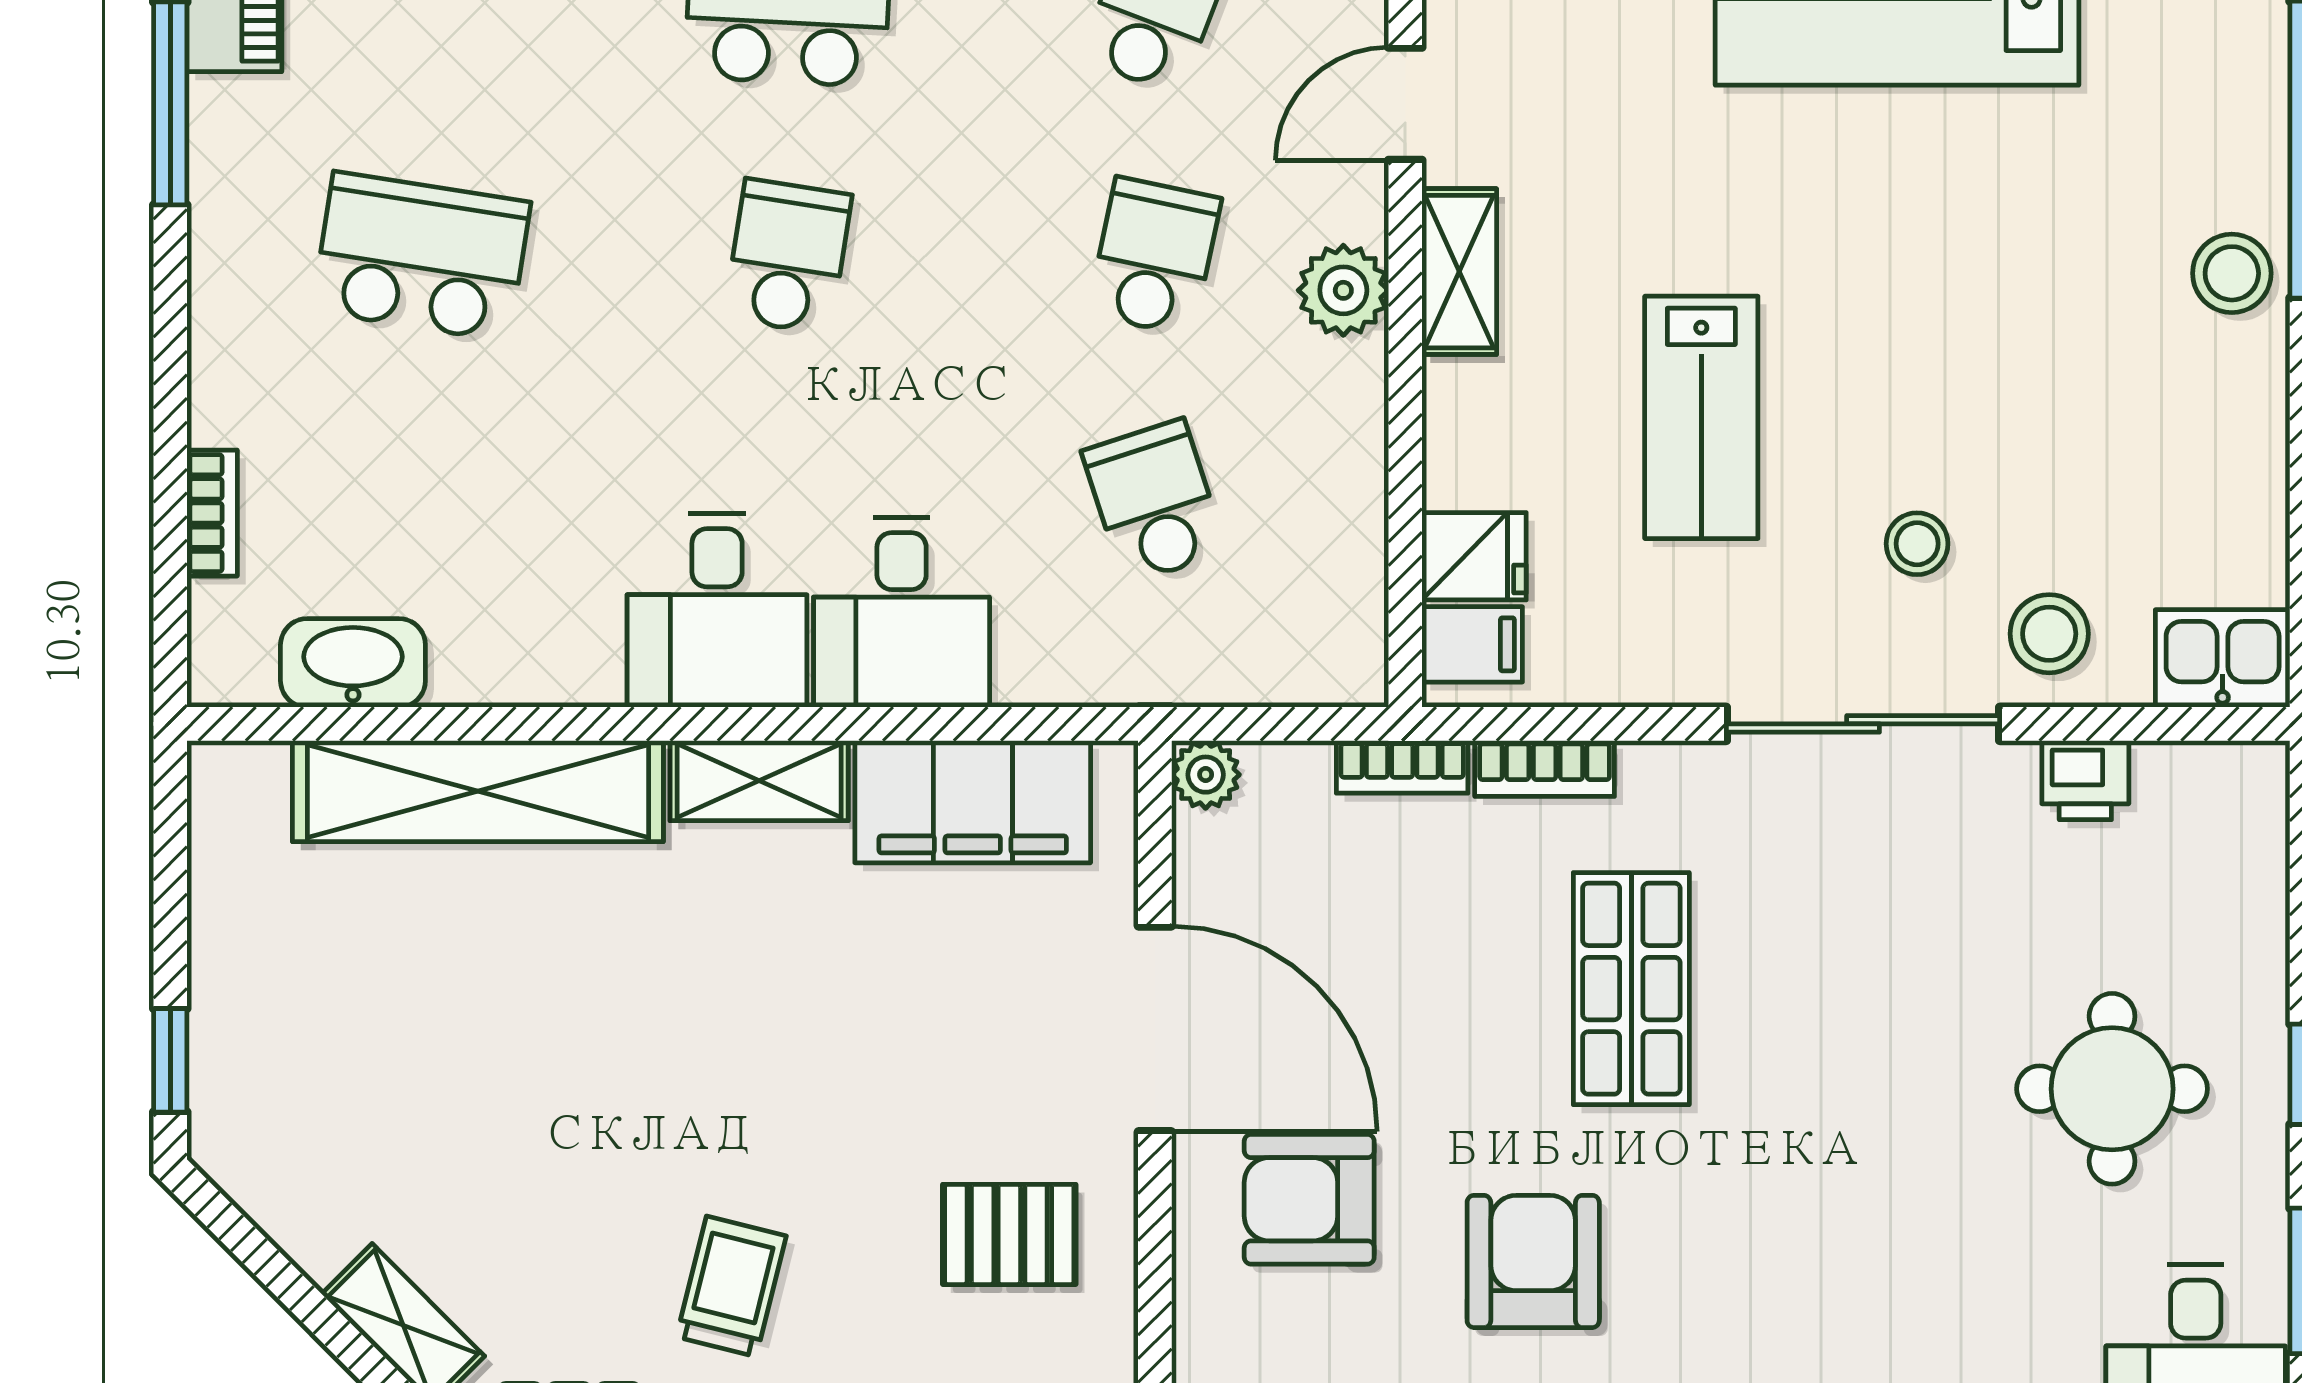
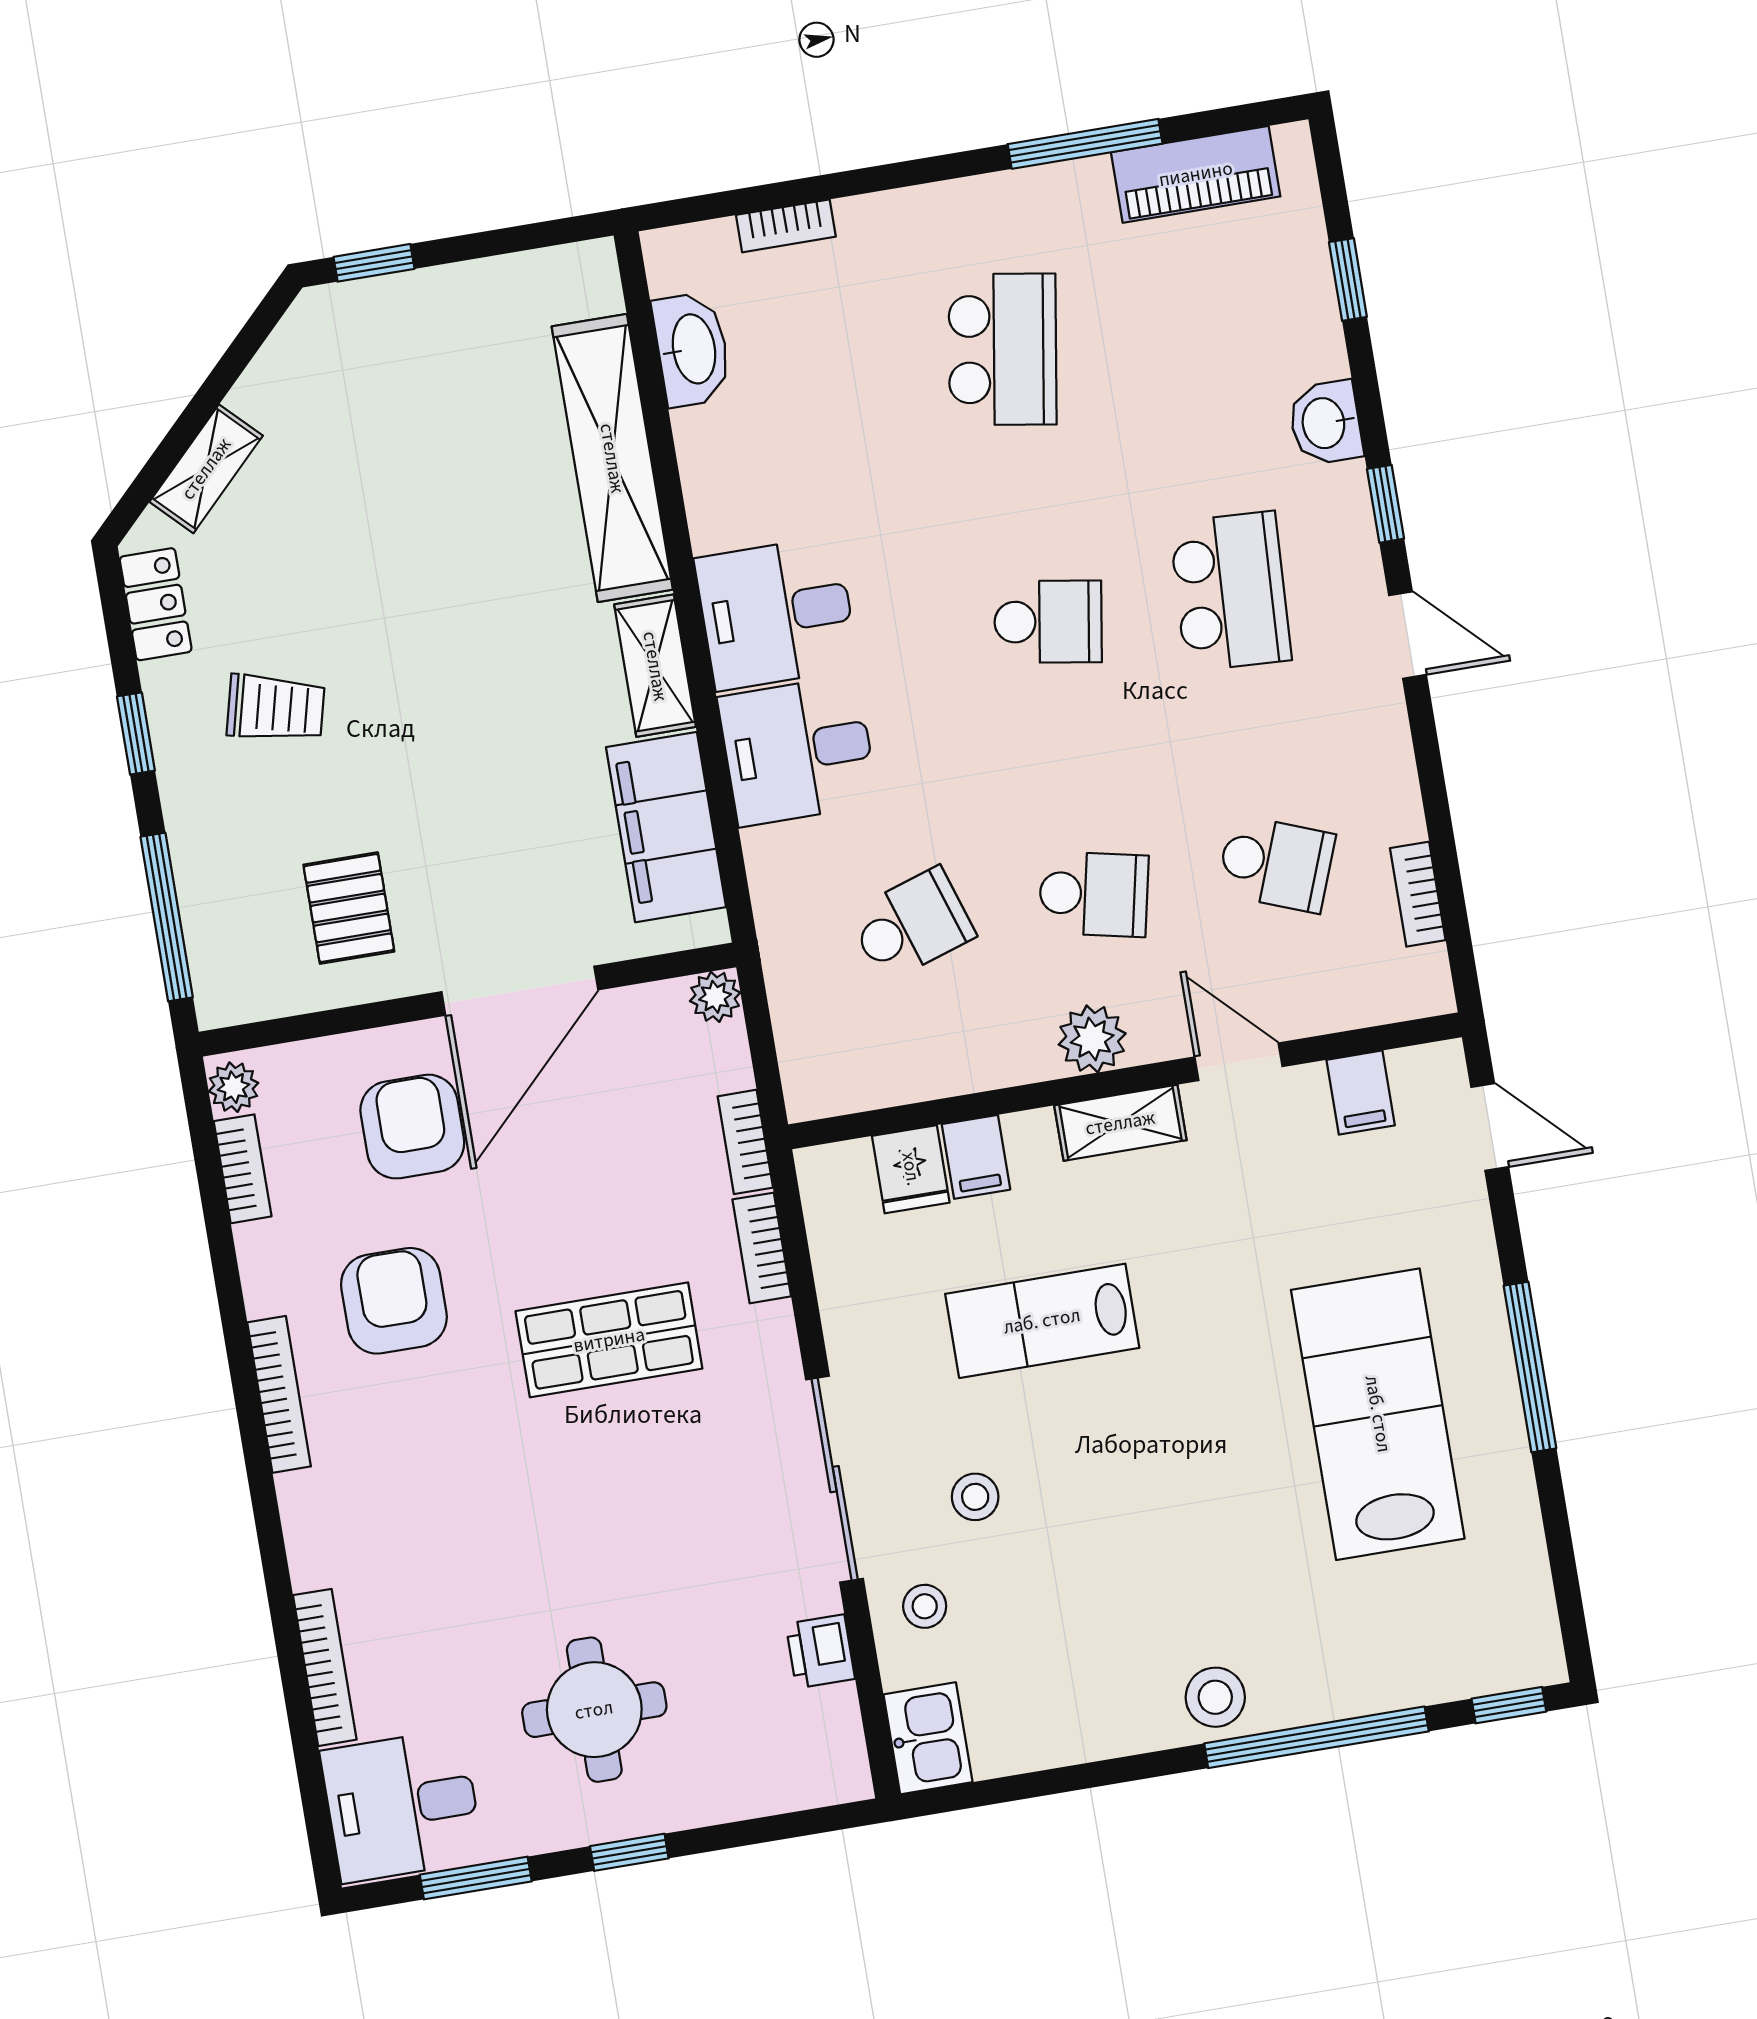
stool: (2049, 634) -> (925, 1606), width x0.73, depth x0.73
filing cabinet: (1472, 644) -> (976, 1157), moved
armchair: (1533, 1261) -> (394, 1301), turned -90

